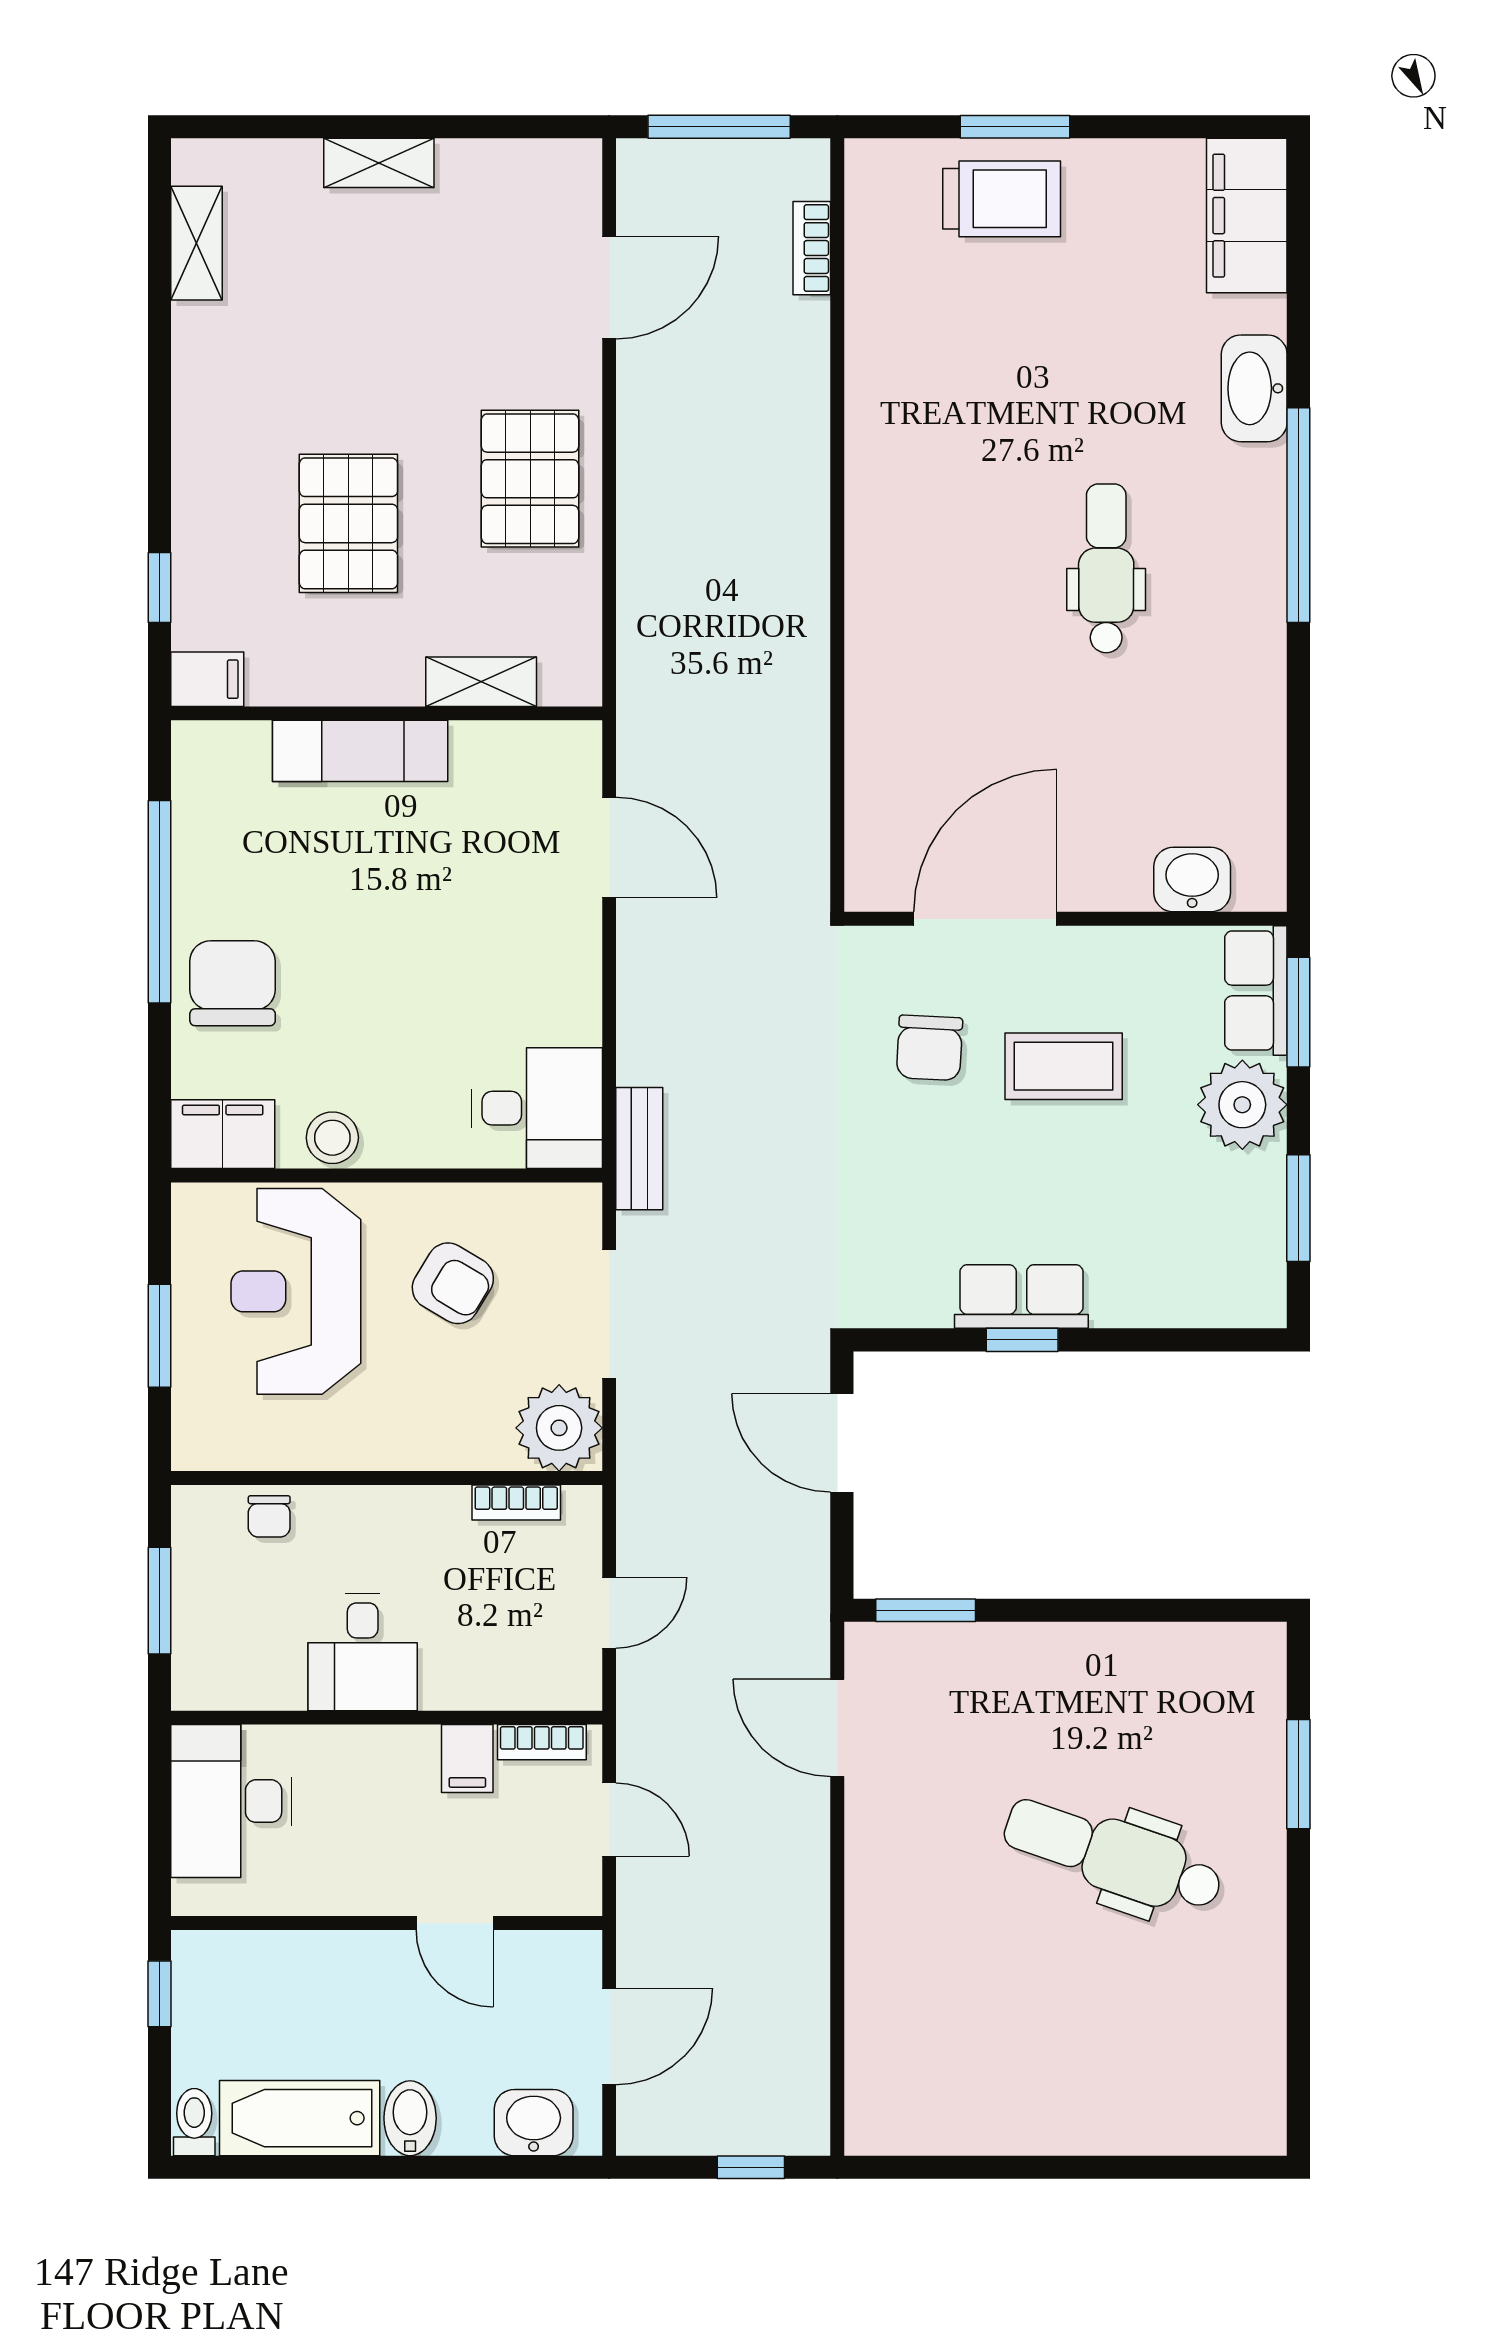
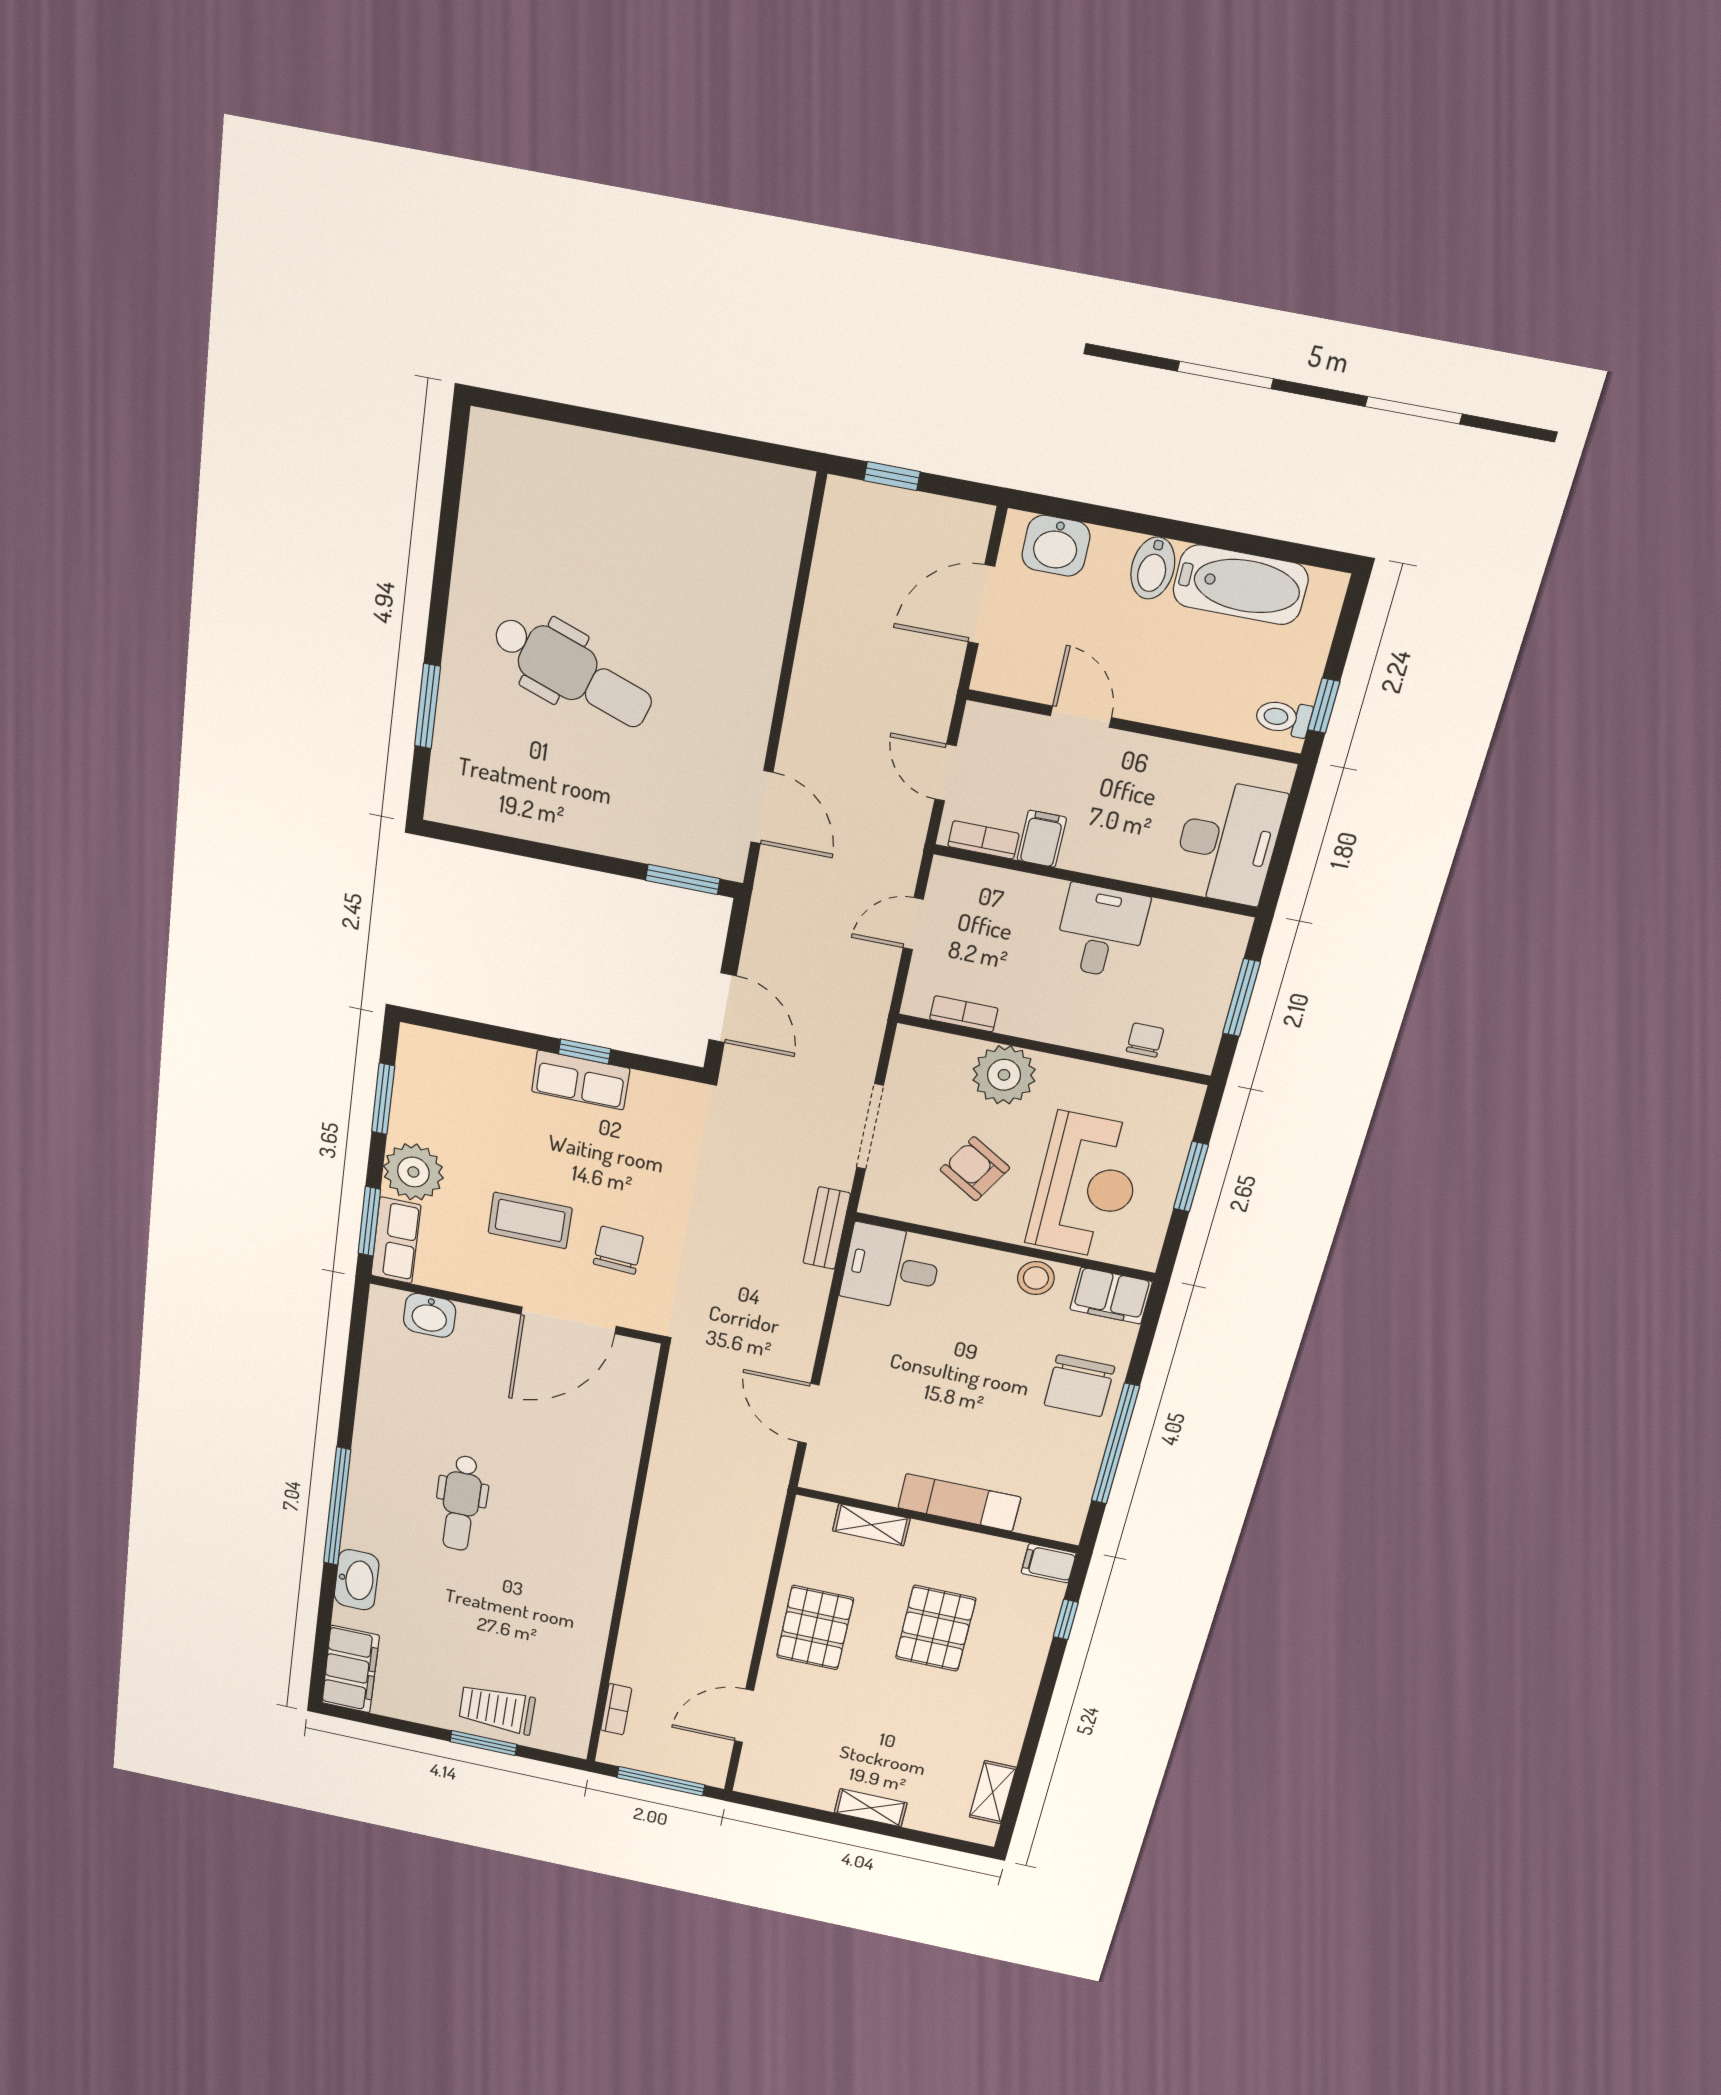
plant: (559, 1428) -> (1004, 1075), moved
toilet: (194, 2122) -> (1283, 718), moved, turned 90

